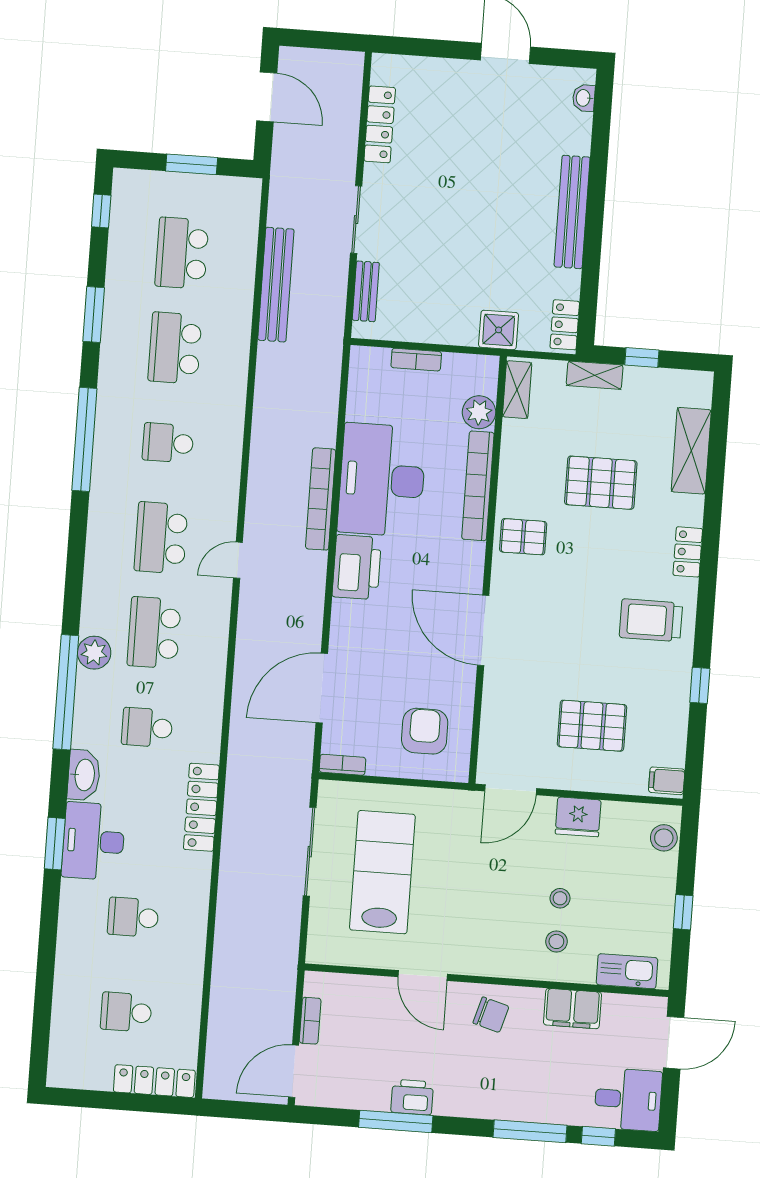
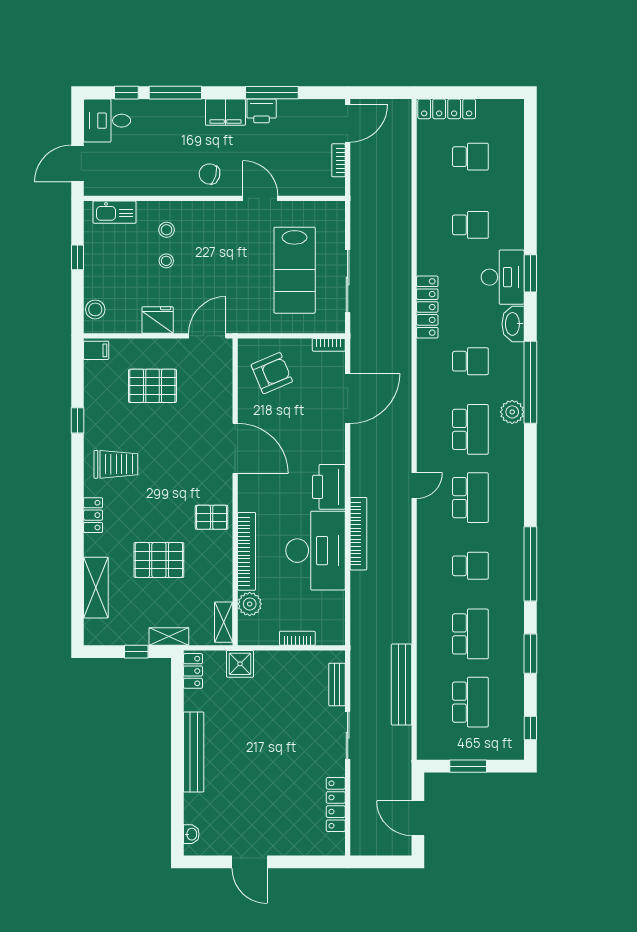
armchair: (425, 731) -> (272, 373), turned -113
filing cabinet: (572, 1009) -> (225, 112), moved, turned 180

